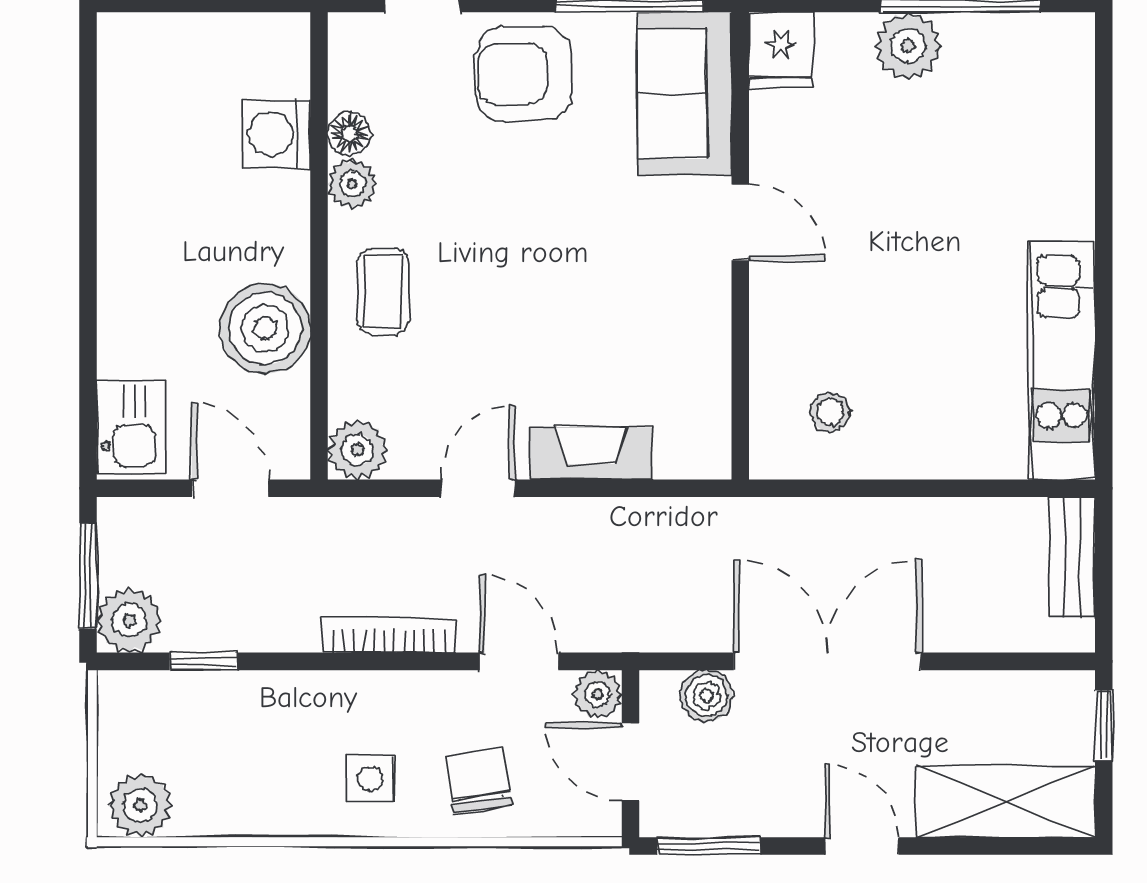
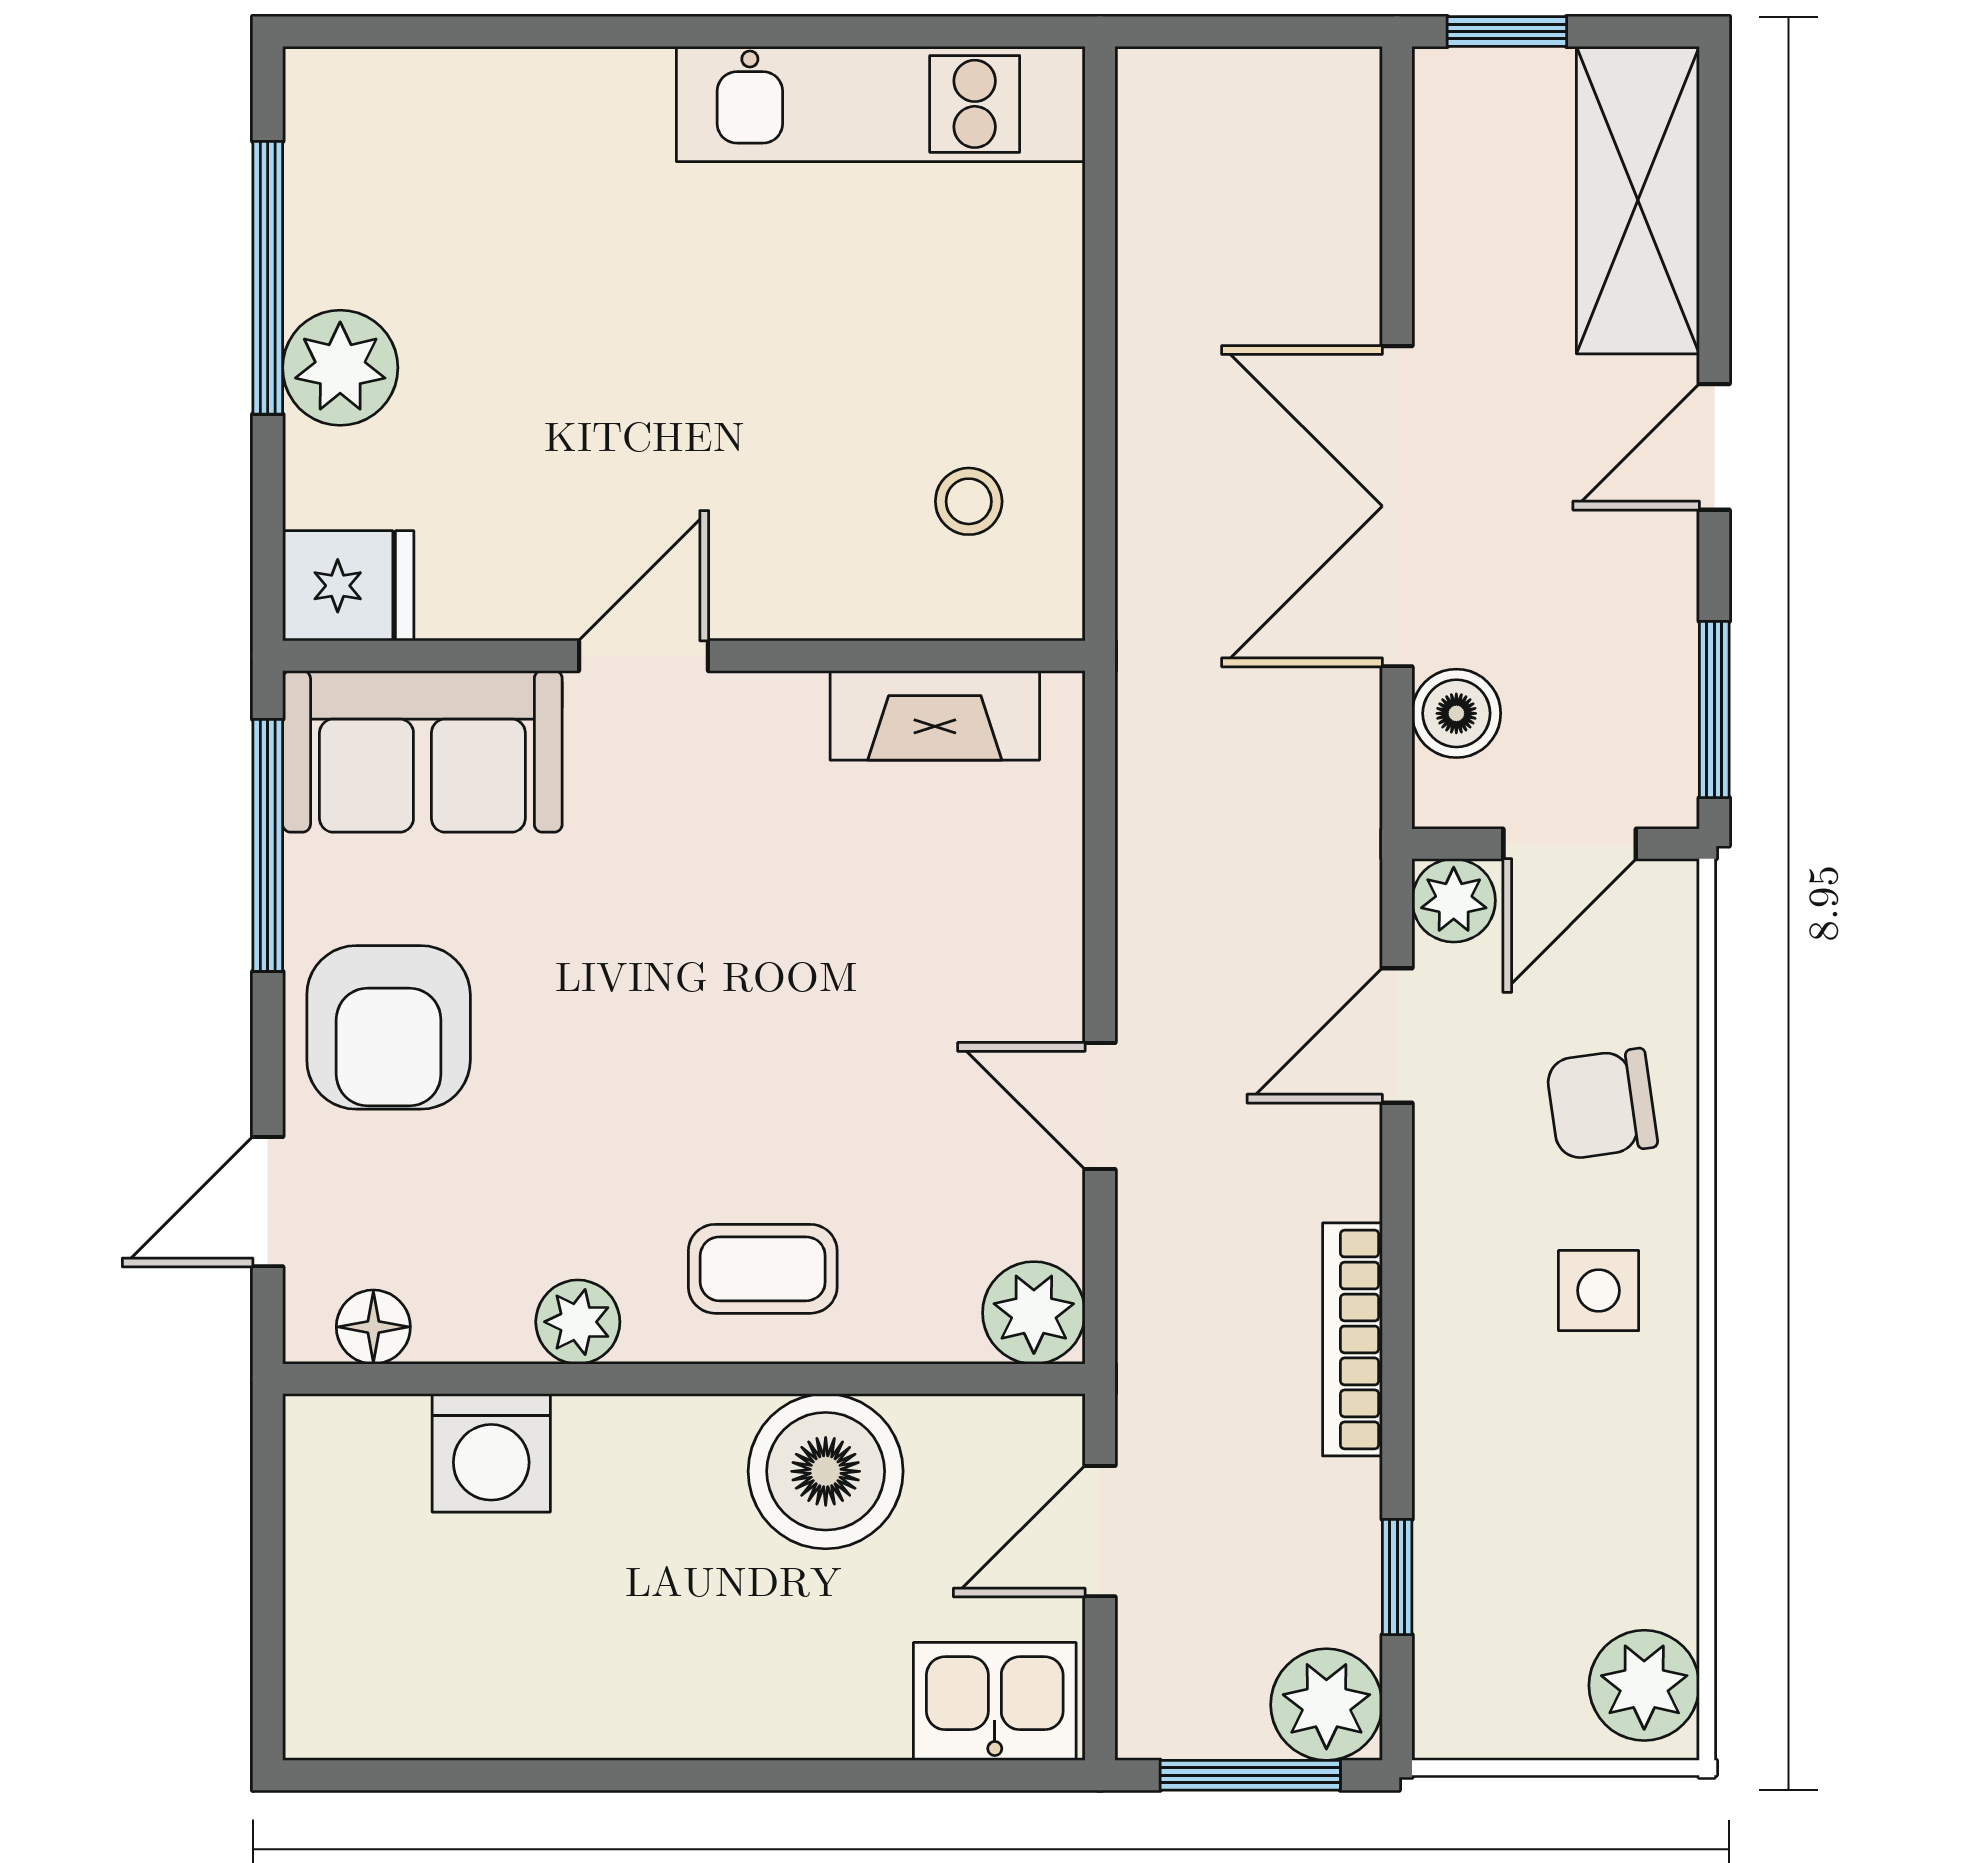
floor lamp: (349, 133) -> (373, 1327), moved
fireplace: (591, 454) -> (935, 715), moved, turned -90
bench: (1072, 557) -> (1218, 86), removed
bookcase: (389, 635) -> (1352, 1339), moved

